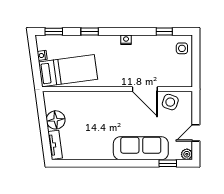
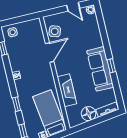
fireplace: (92, 100) -> (67, 90), added
sofa: (141, 148) -> (100, 69), moved
window: (168, 163) -> (111, 66), moved

